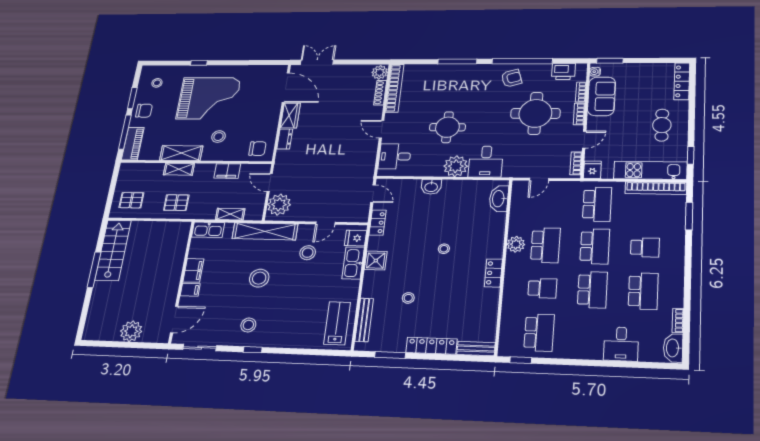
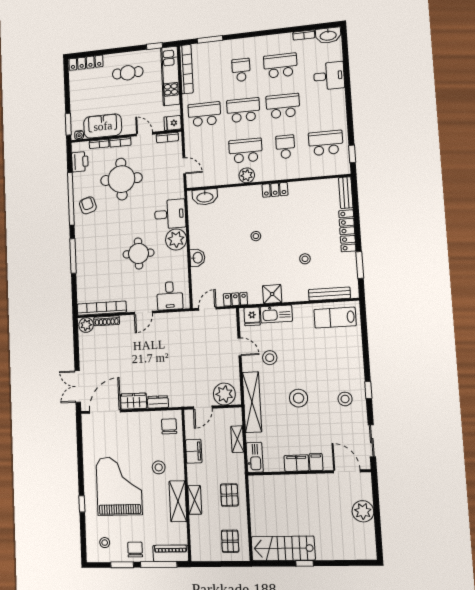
window: (94, 270) -> (305, 563), width x0.46

